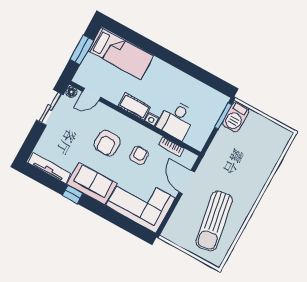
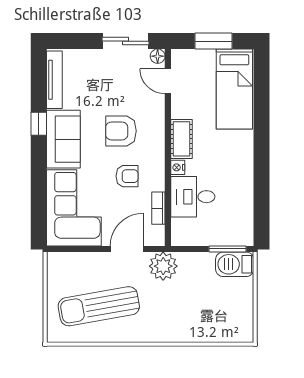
plant: (211, 164) -> (163, 266), added

